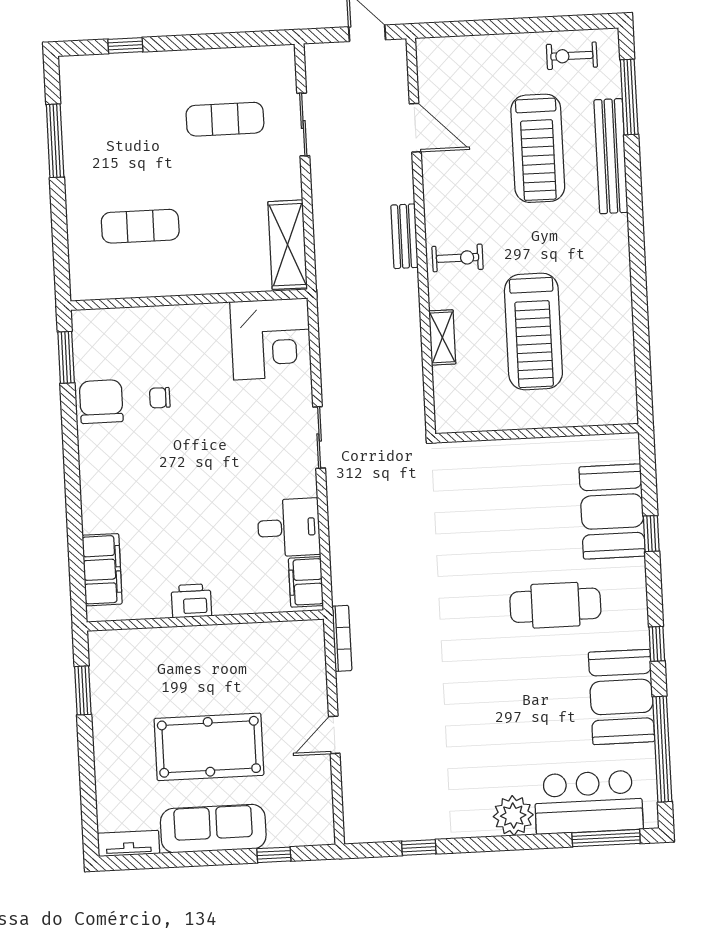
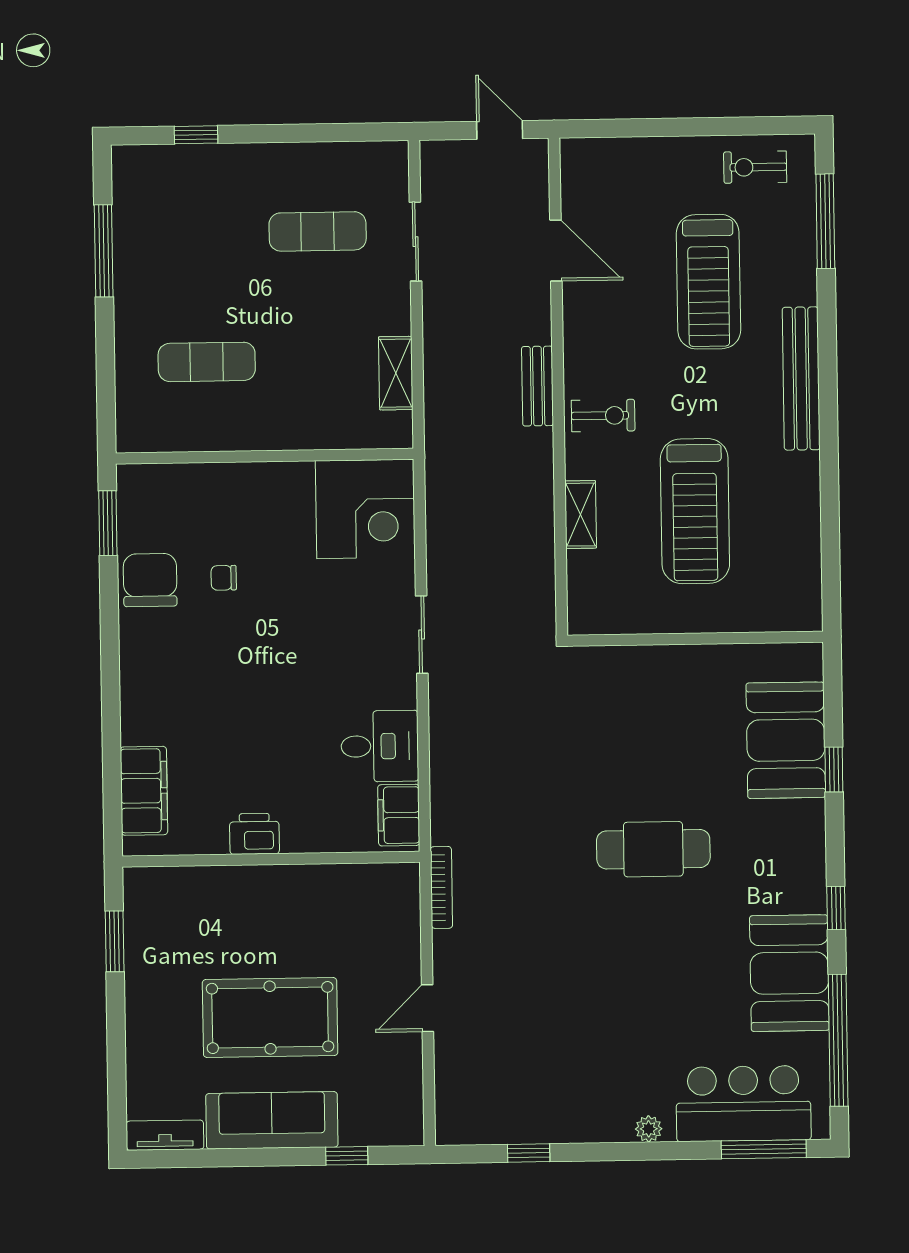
bench: (611, 156) -> (801, 378), moved
shelving: (288, 245) -> (396, 373), width x0.67, depth x0.75
cafe table: (555, 605) -> (653, 849), moved
plant: (513, 816) -> (649, 1129), width x0.53, depth x0.53

